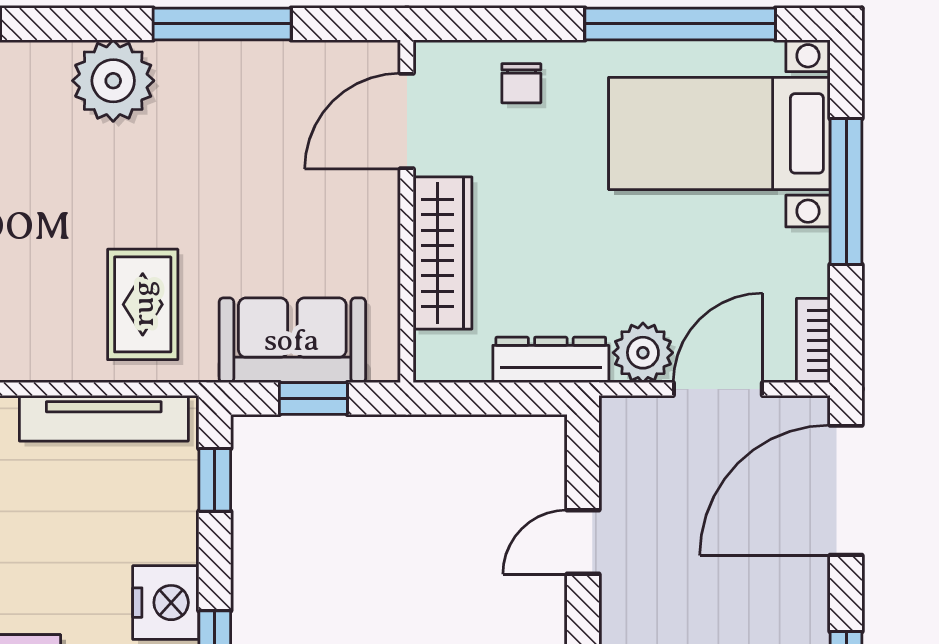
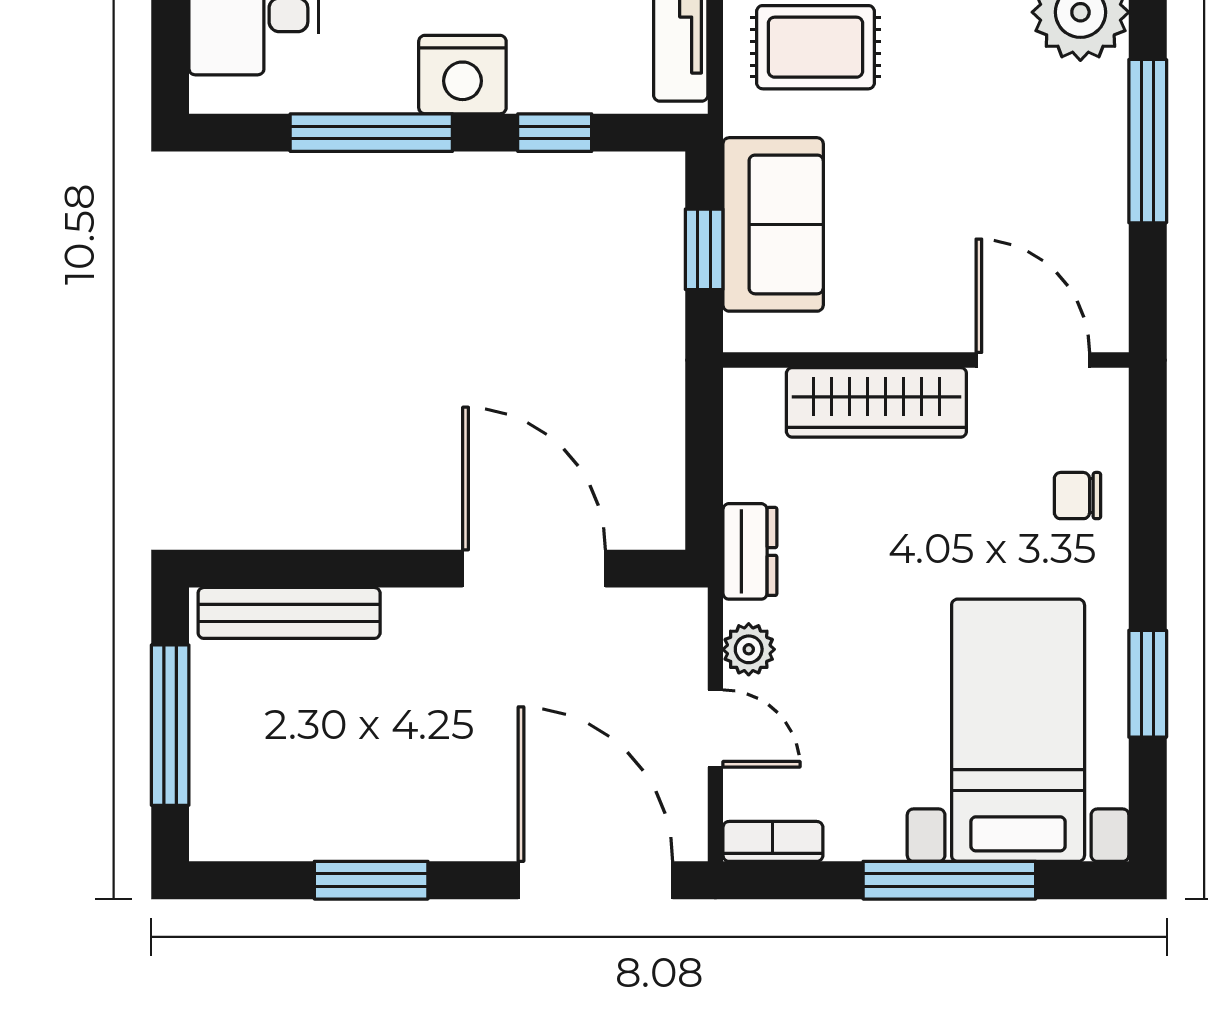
window: (680, 24) -> (1148, 684), width x0.47
plant: (643, 353) -> (749, 649), width x0.73, depth x0.73
dresser: (551, 360) -> (750, 551), width x0.70
door: (718, 389) -> (715, 729), width x0.73
window: (215, 480) -> (555, 133), moved
door: (583, 542) -> (534, 569), width x1.88

